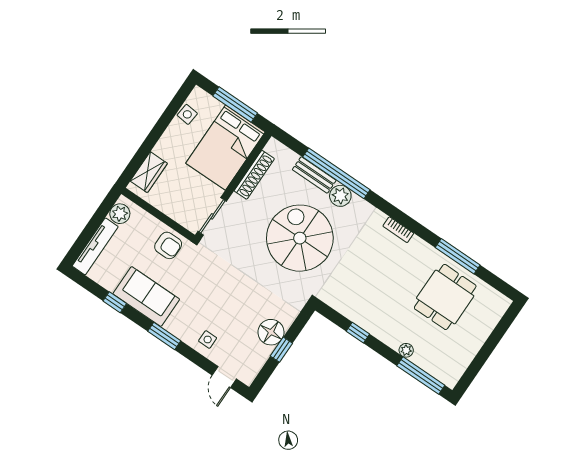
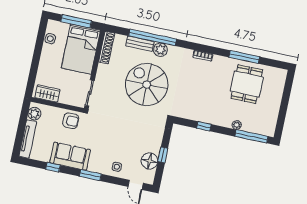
wardrobe: (149, 172) -> (47, 94), moved, turned -90
shoe rack: (254, 175) -> (107, 48), moved
floor lamp: (271, 332) -> (149, 161), moved

